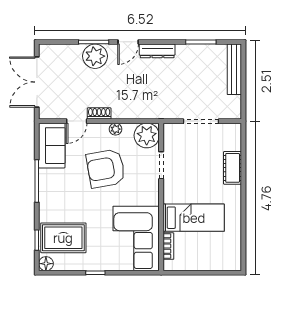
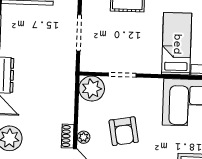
plant: (116, 129) -> (84, 137), moved
armchair: (106, 168) -> (124, 131), width x0.73, depth x0.73

